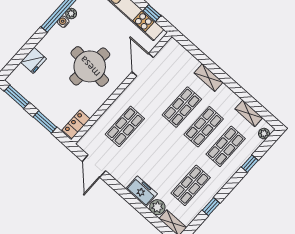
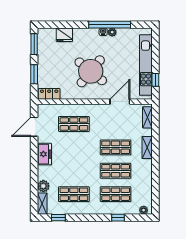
round table: (90, 66) -> (91, 71), turned 33
shelving: (249, 113) -> (147, 117), moved
freezer: (142, 191) -> (44, 154), moved
window: (211, 207) -> (58, 218), moved

